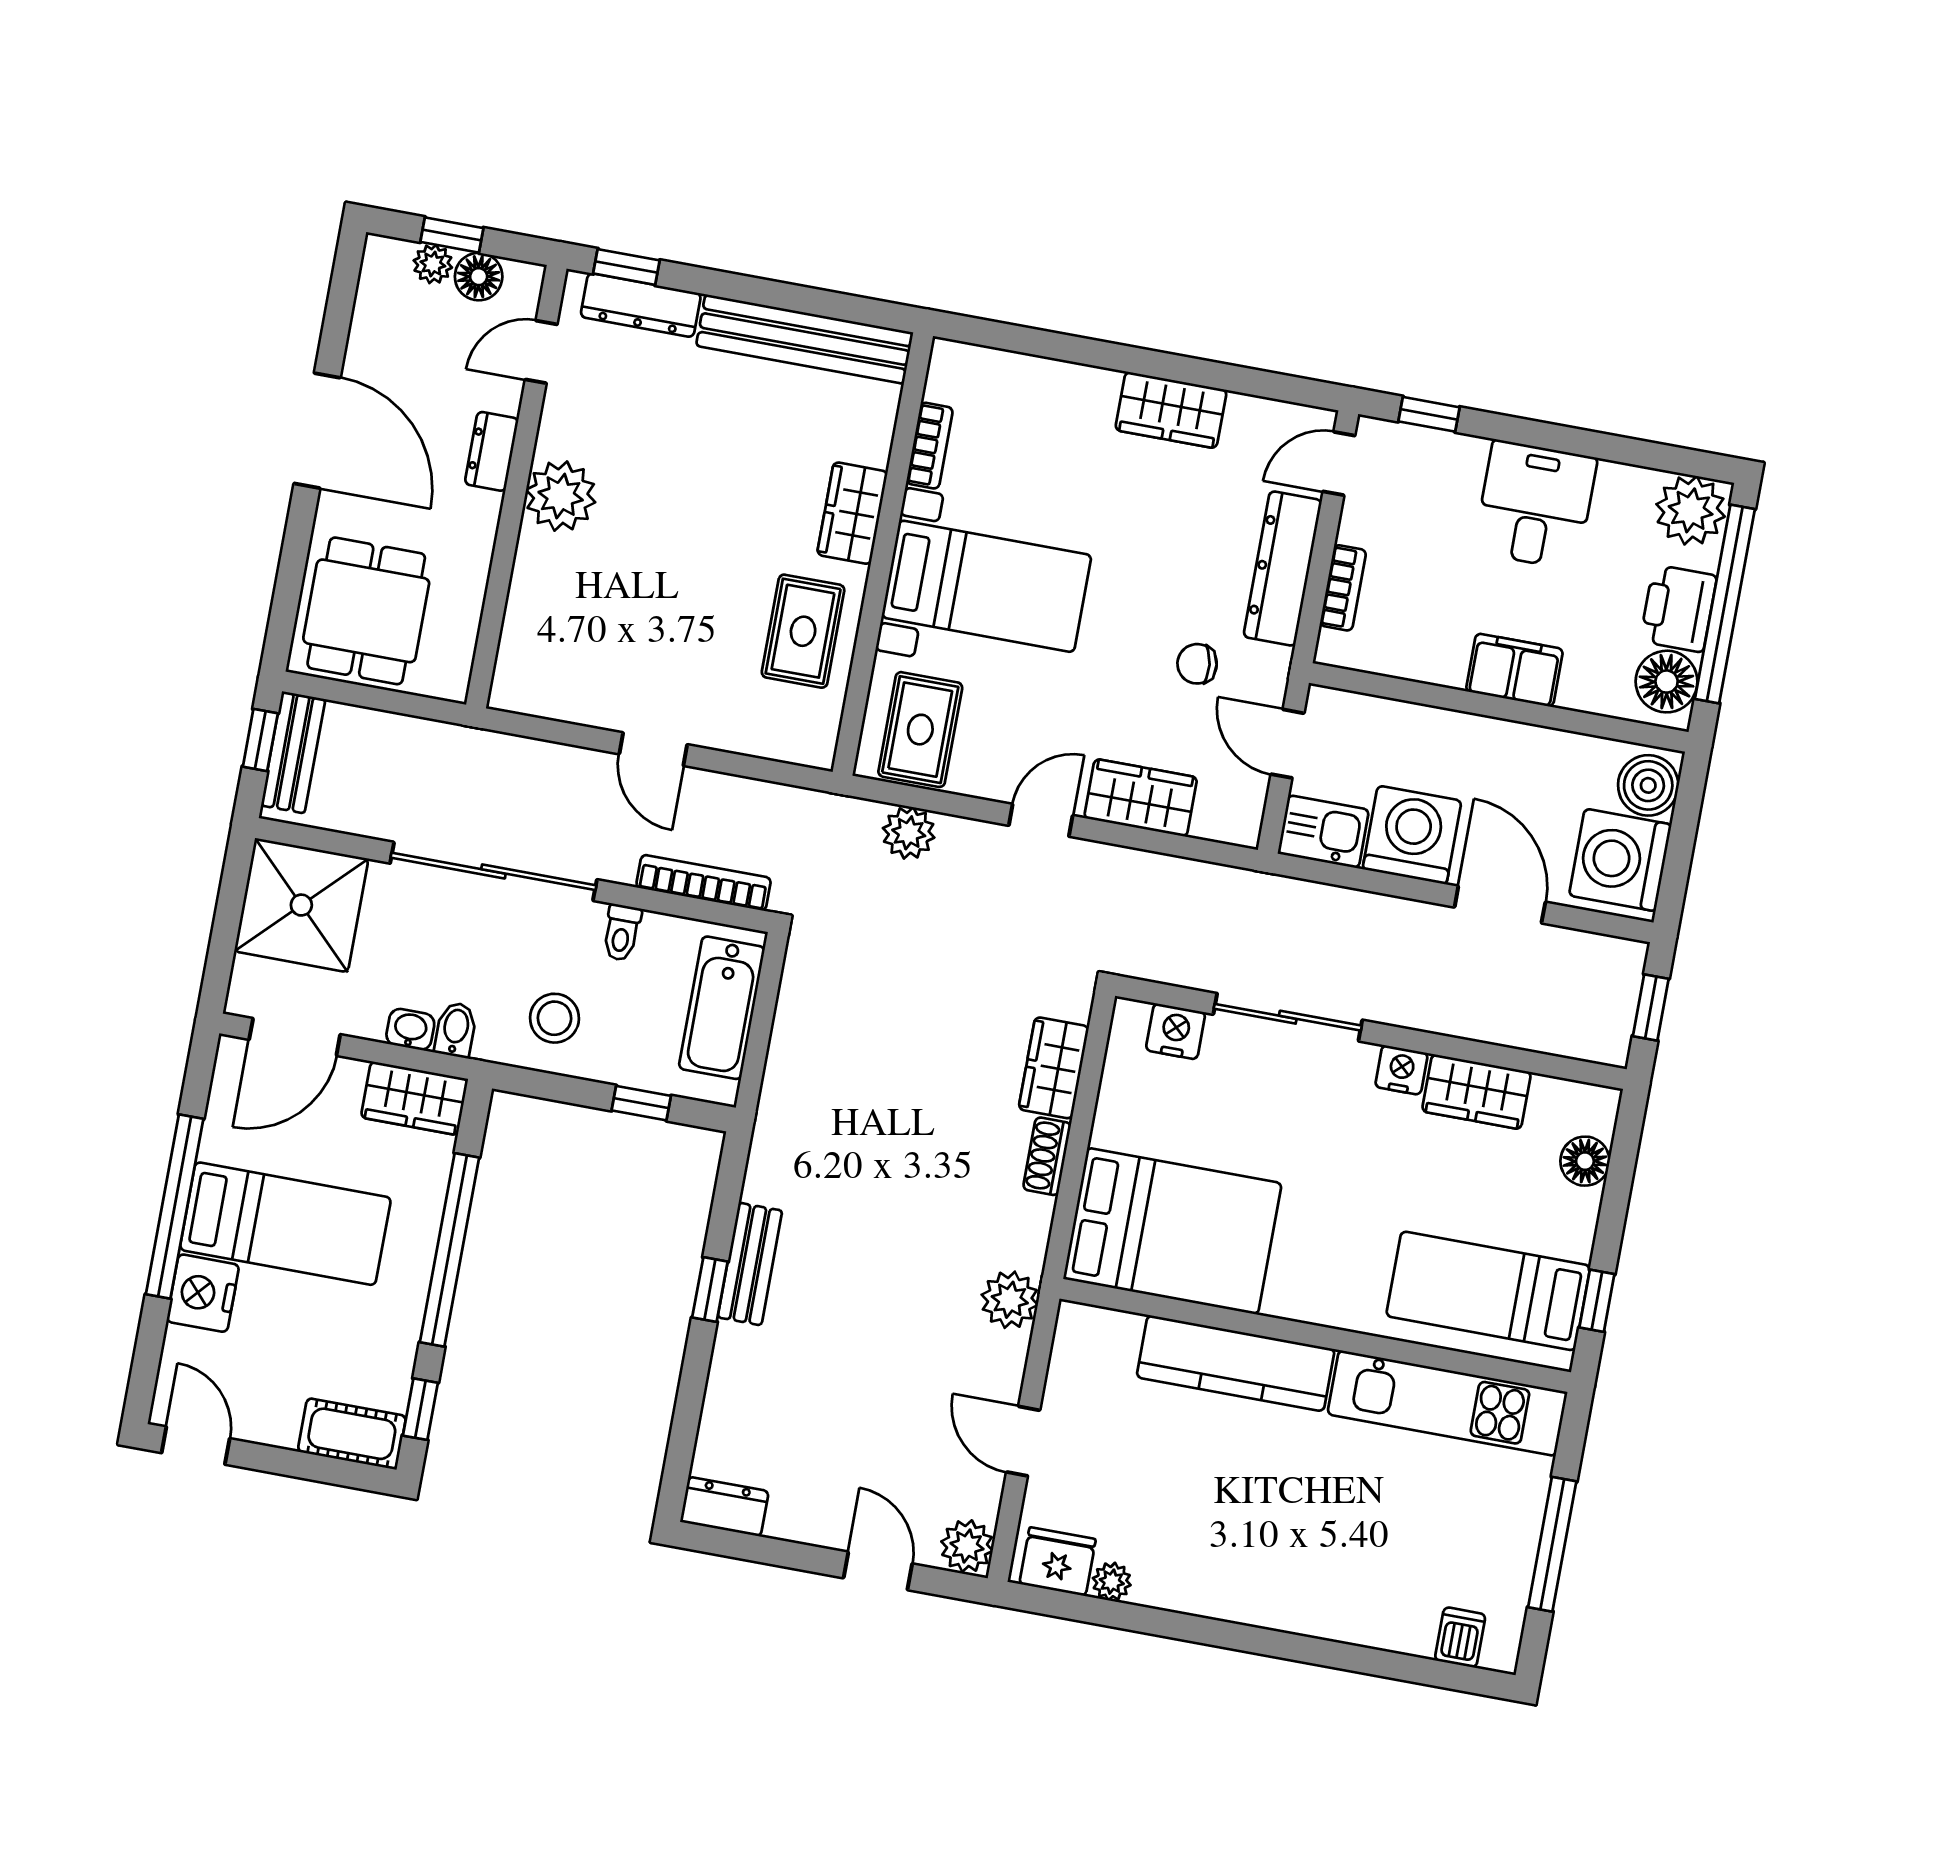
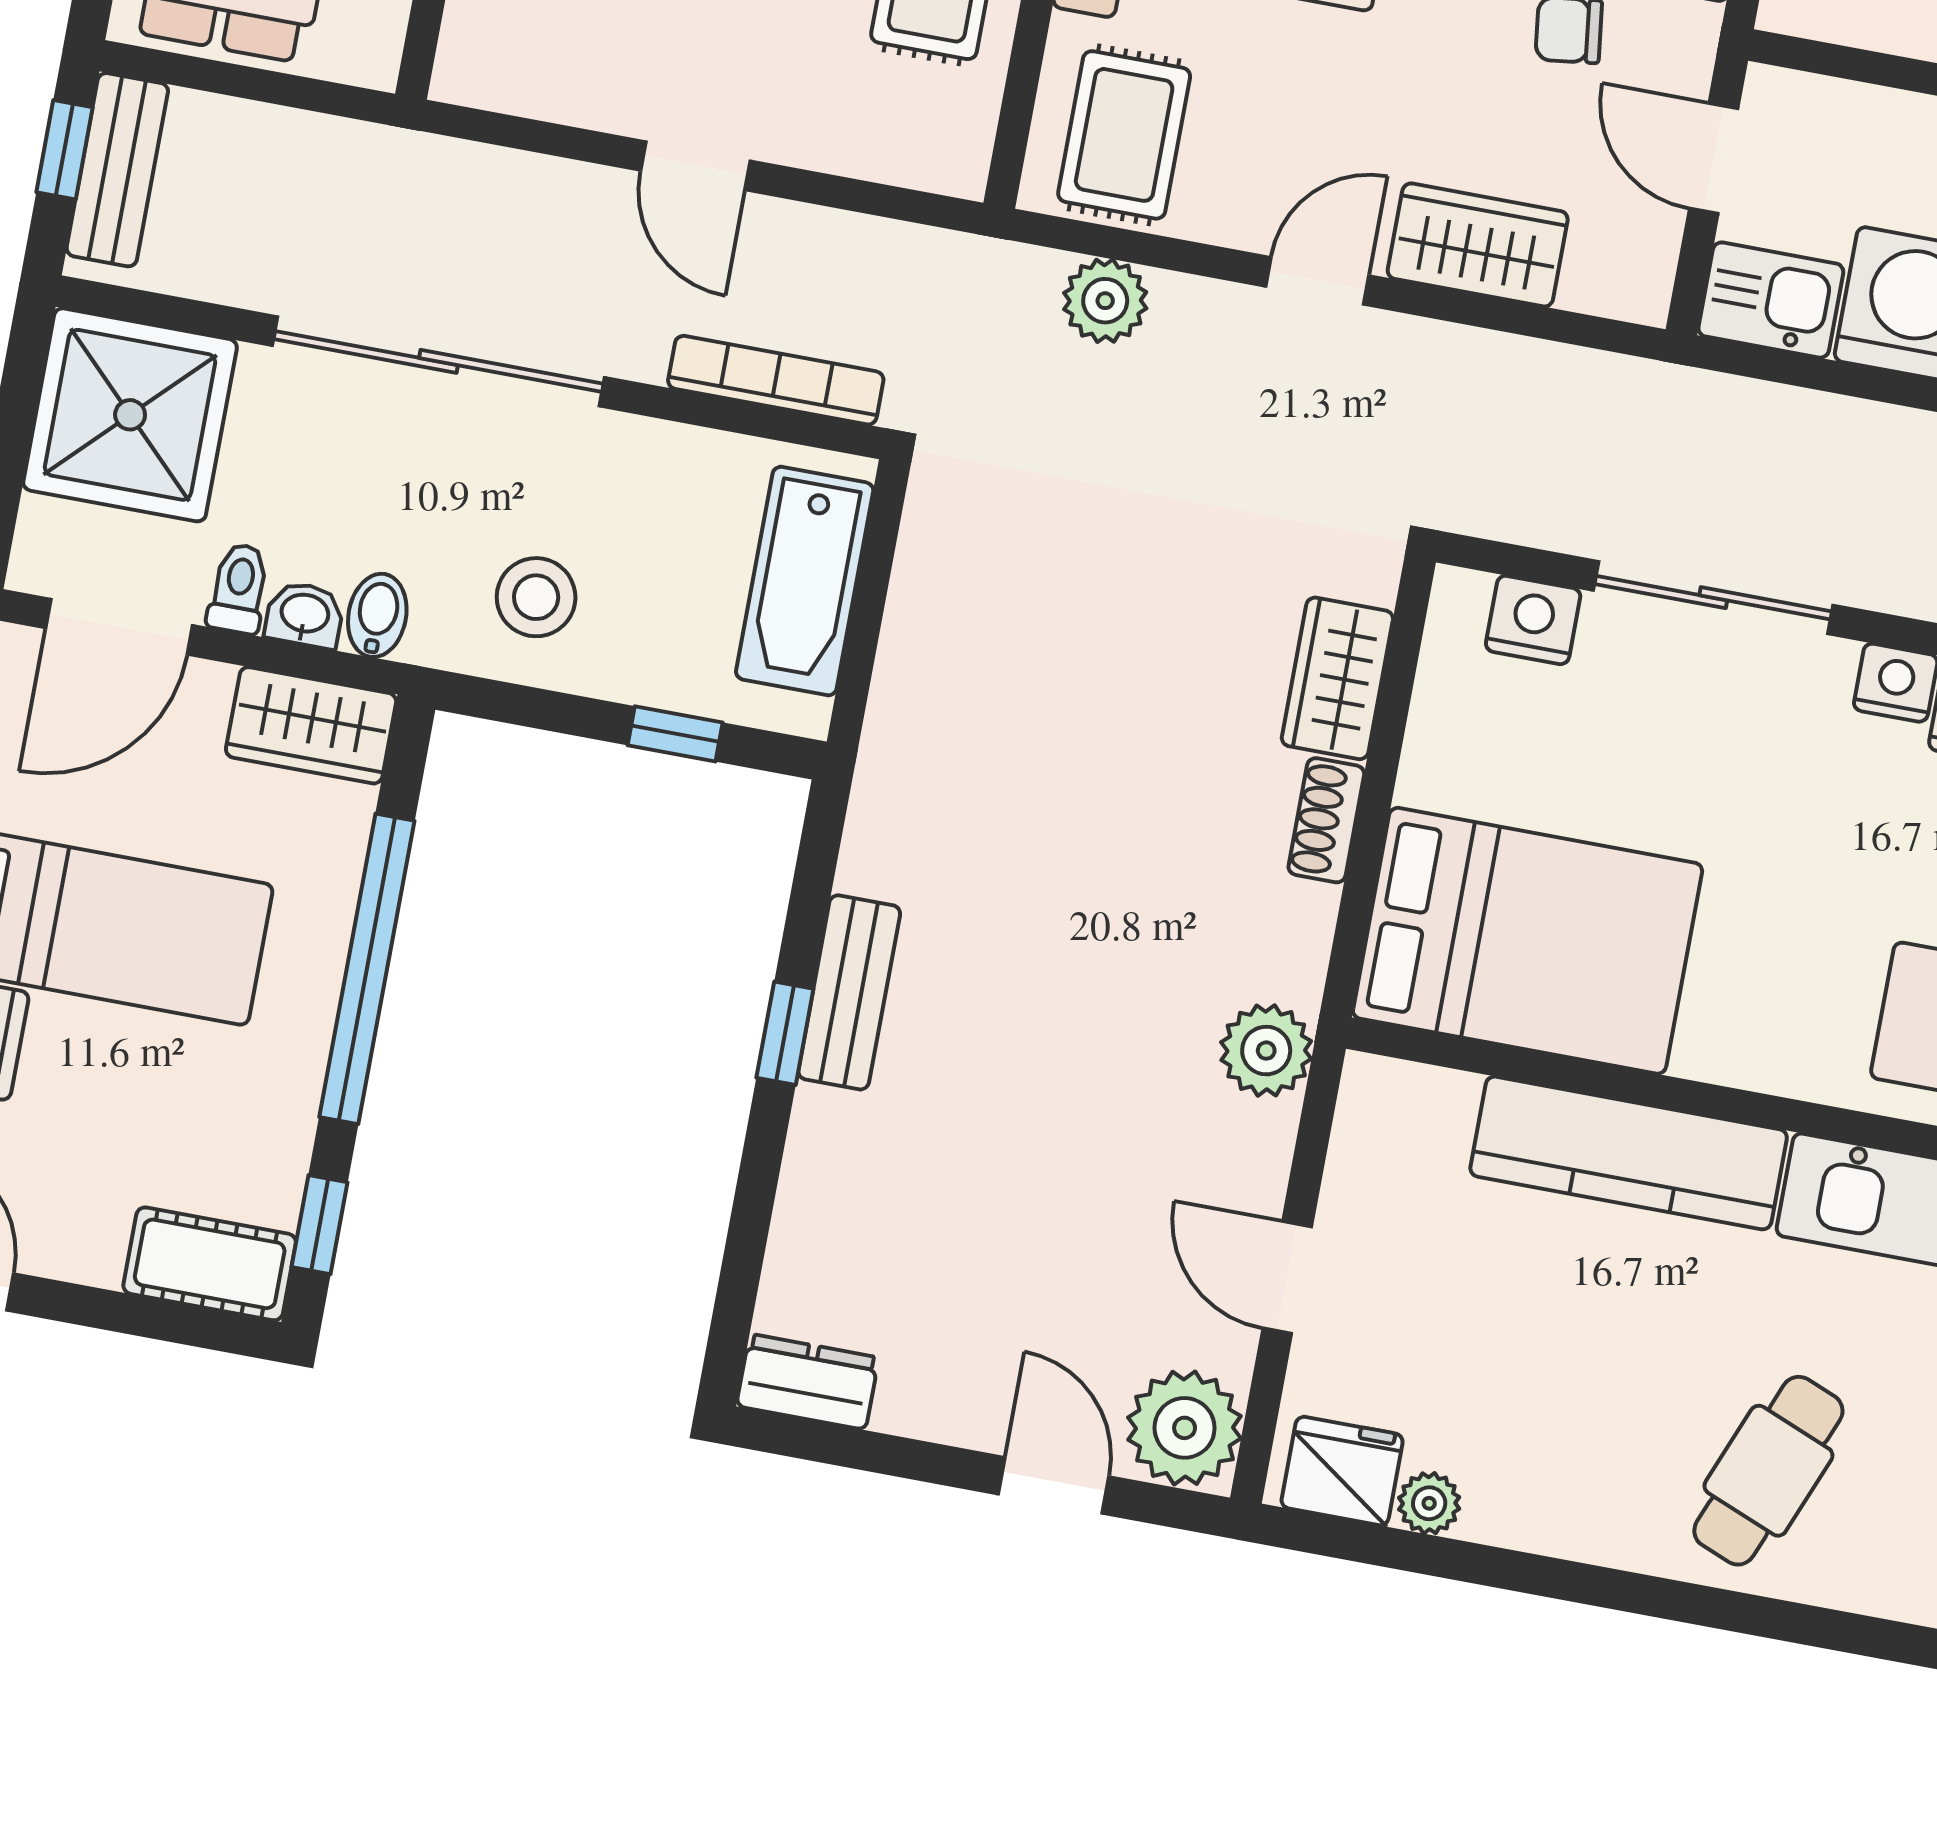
toilet: (622, 933) -> (239, 588), moved, turned 180
plant: (967, 1546) -> (1185, 1428), width x1.36, depth x1.36
cafe table: (1323, 1561) -> (1768, 1471), added

